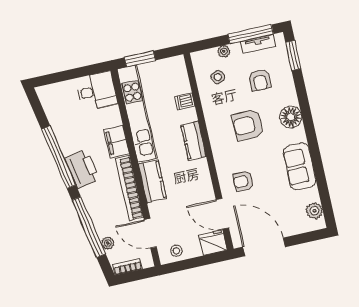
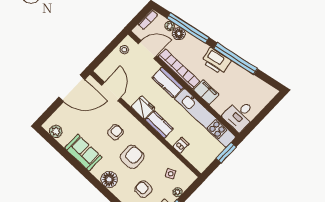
armchair: (243, 181) -> (115, 132), moved
door: (222, 214) -> (111, 91), hinge flipped
floor lamp: (103, 228) -> (179, 34), added
fridge: (213, 243) -> (143, 108), moved, turned -90

